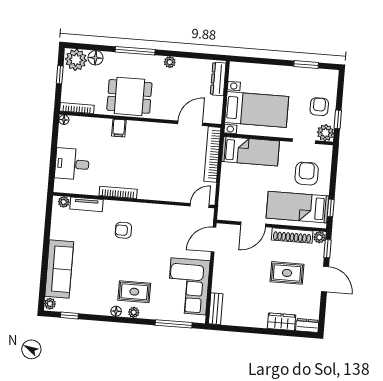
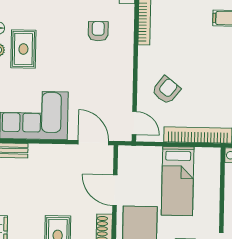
bed: (250, 151) -> (178, 181), moved
armchair: (174, 178) -> (166, 90), added

